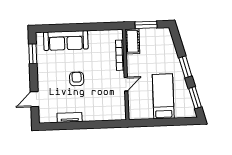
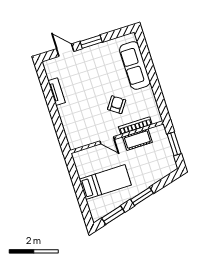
cot: (132, 41) -> (137, 140), moved
window: (33, 54) -> (91, 42), moved
armchair: (77, 79) -> (117, 105), moved, turned -55

